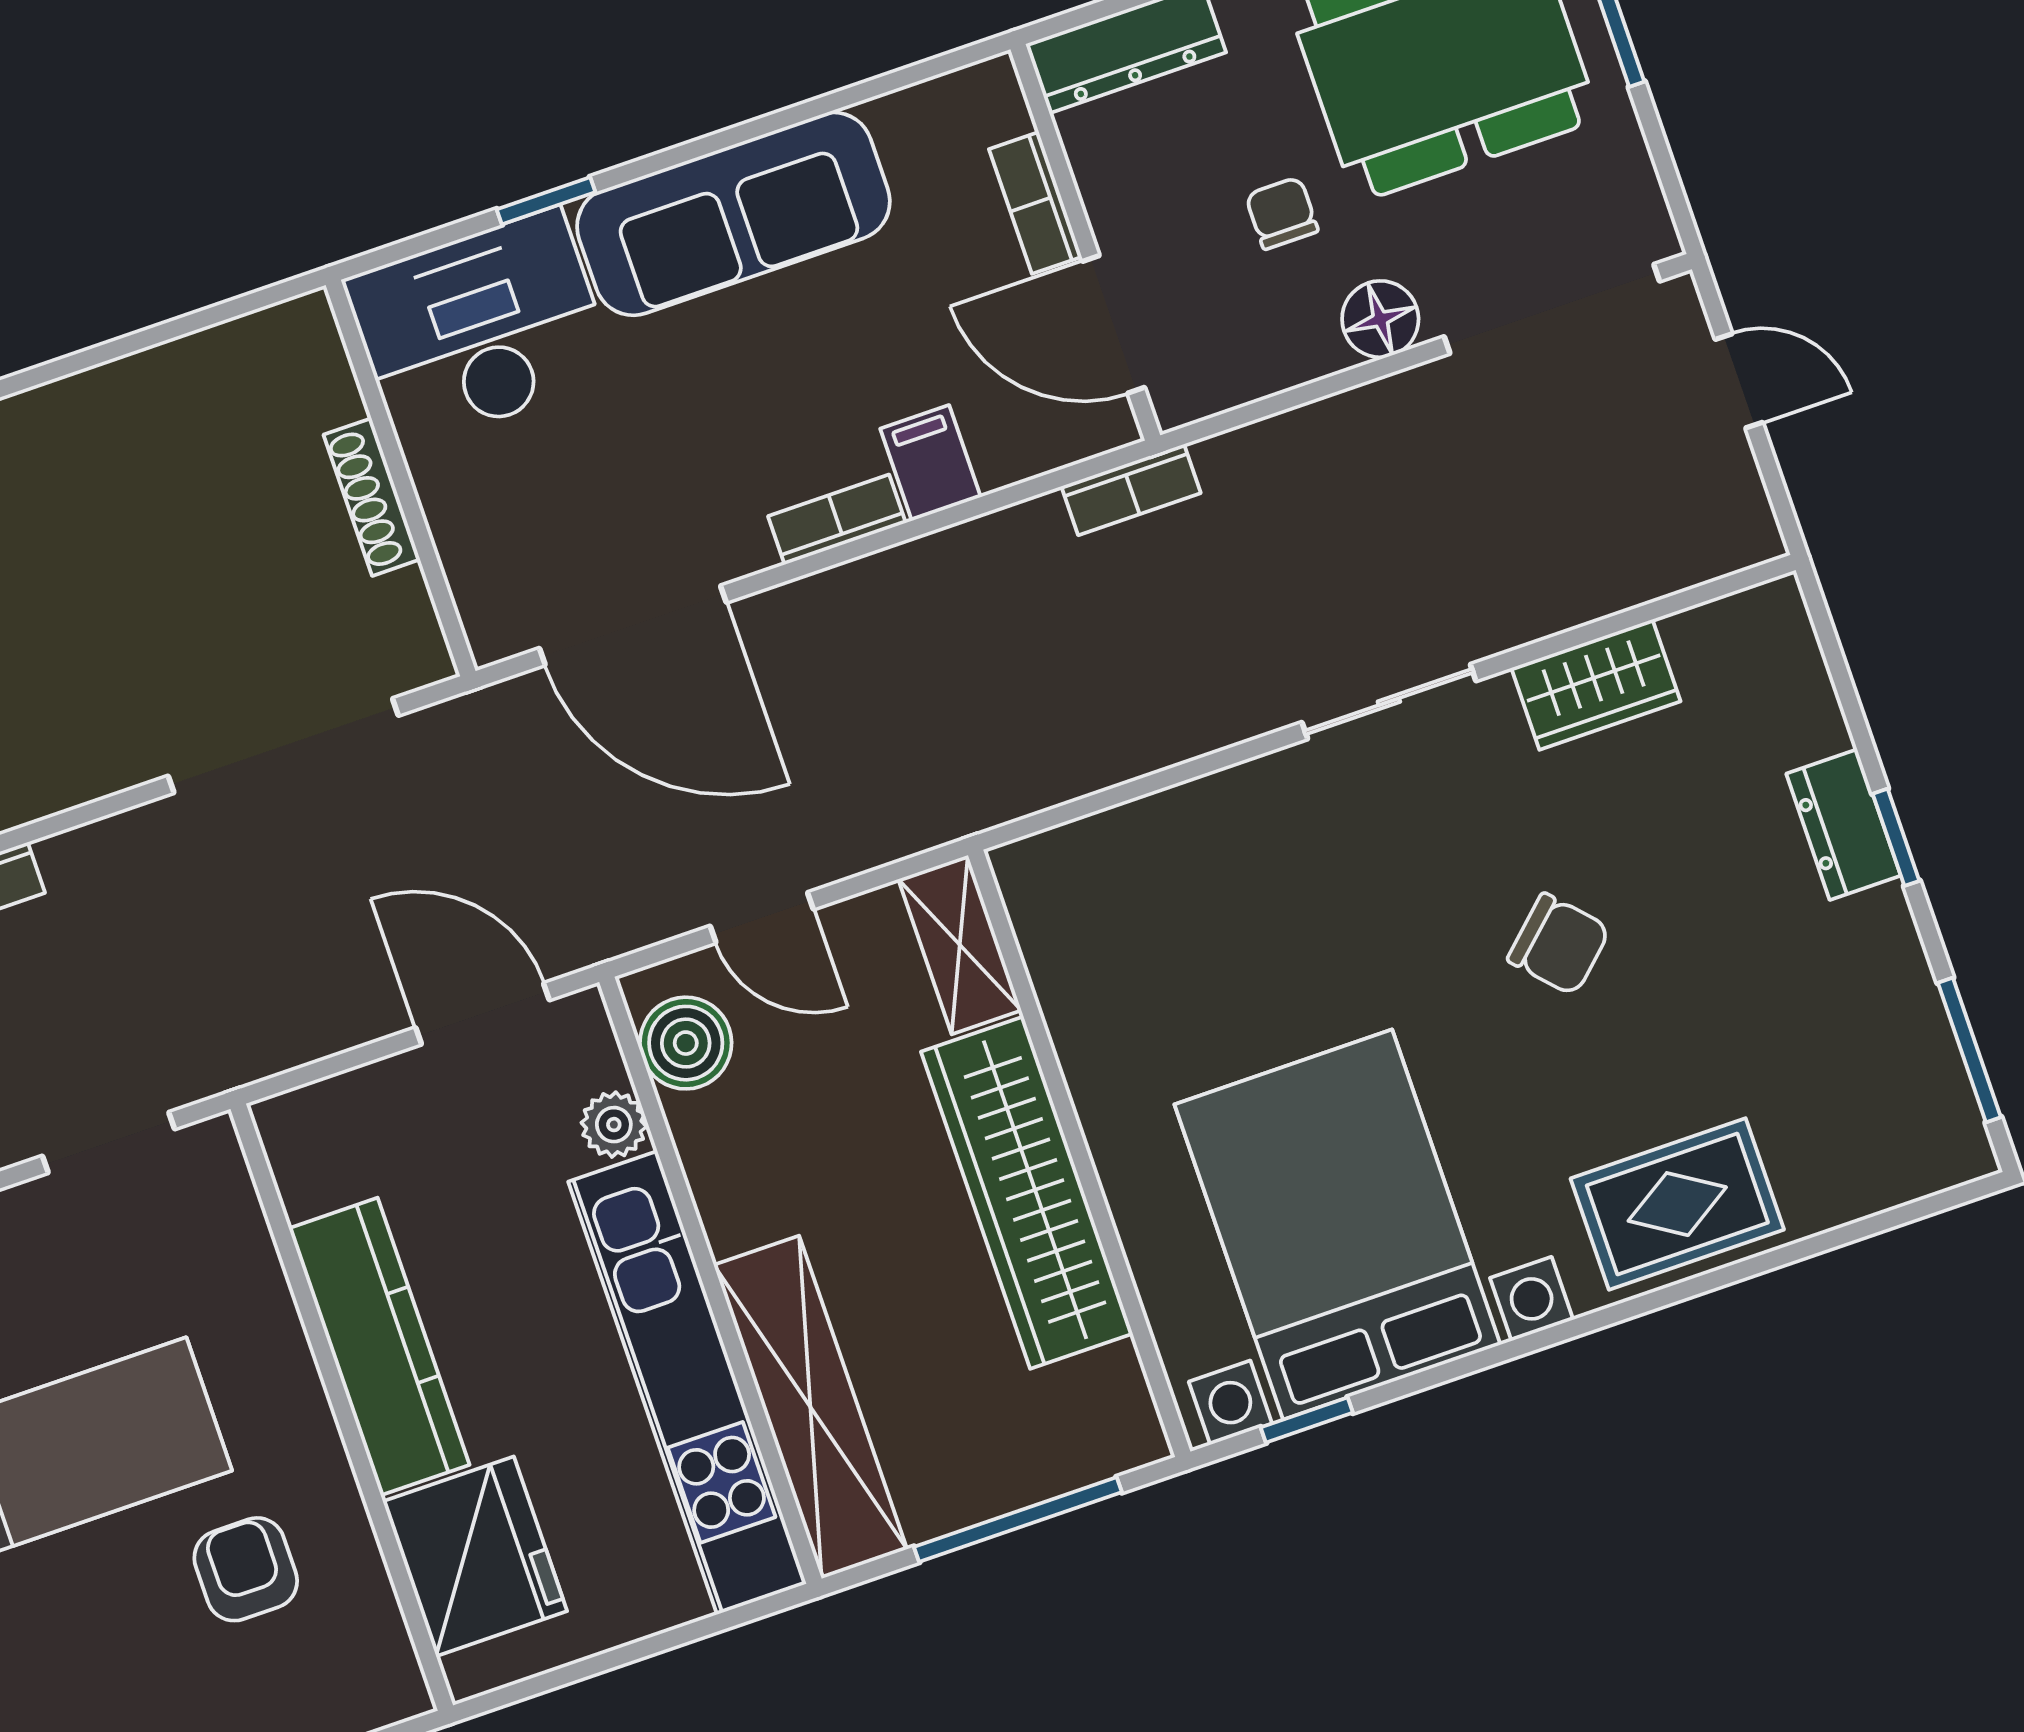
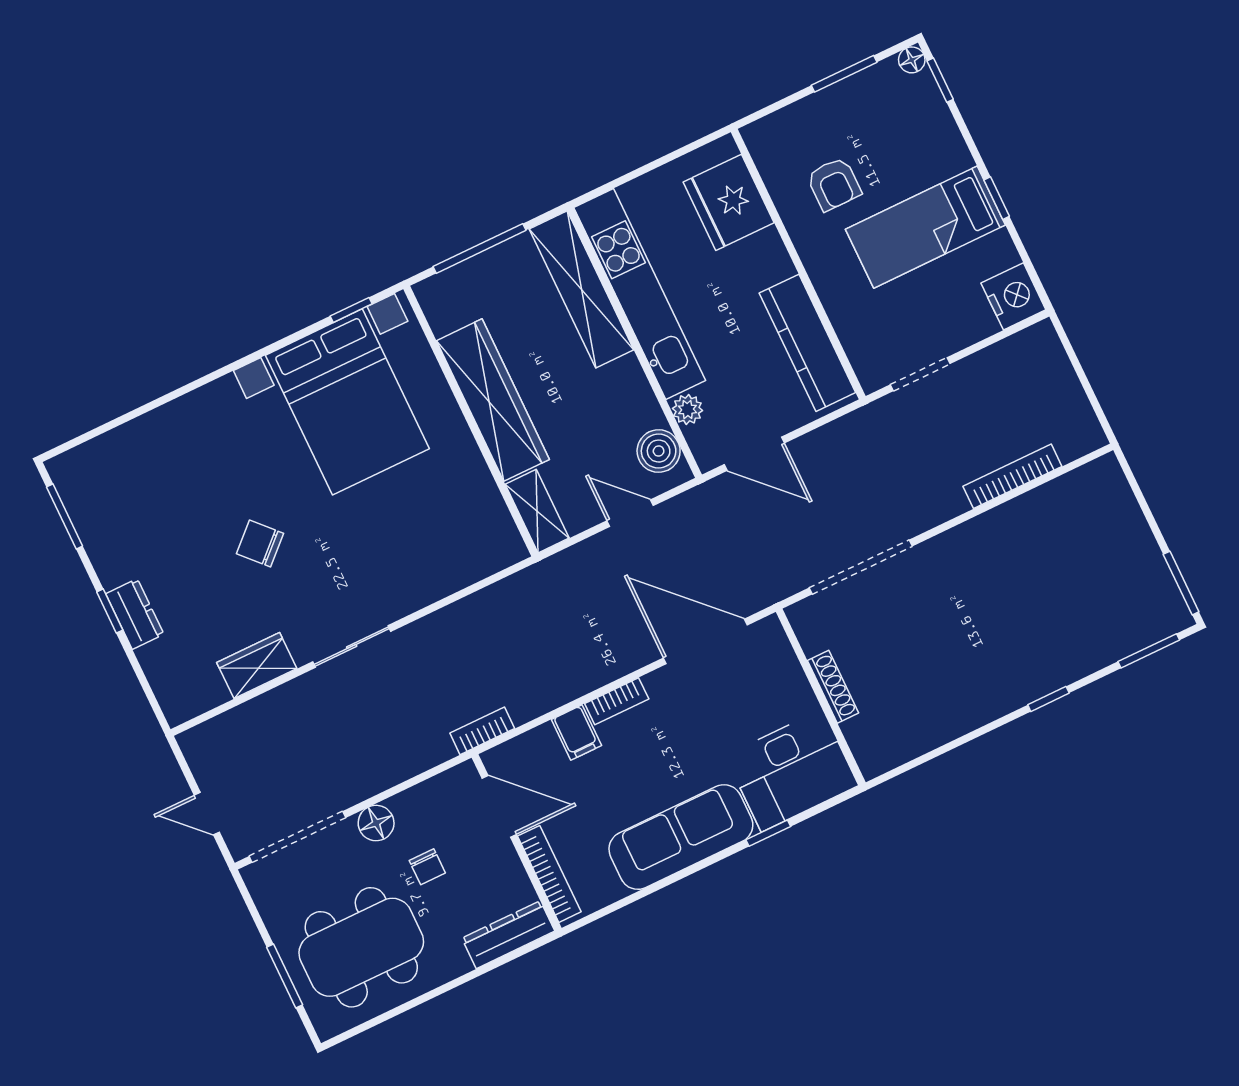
bookcase: (1035, 203) -> (549, 874), width x1.56
rug: (1677, 1204) -> (191, 430), removed
kitchen counter: (379, 1347) -> (807, 343), moved

